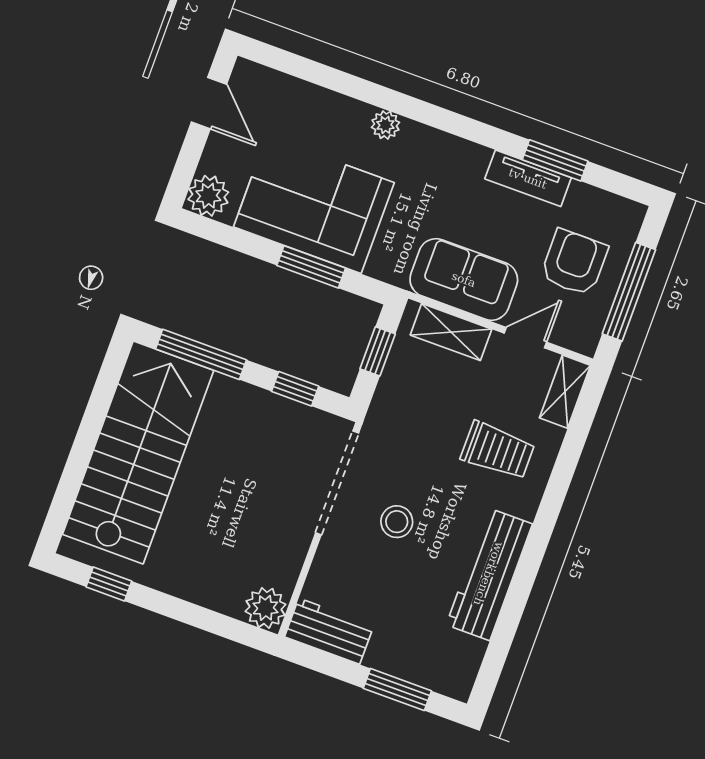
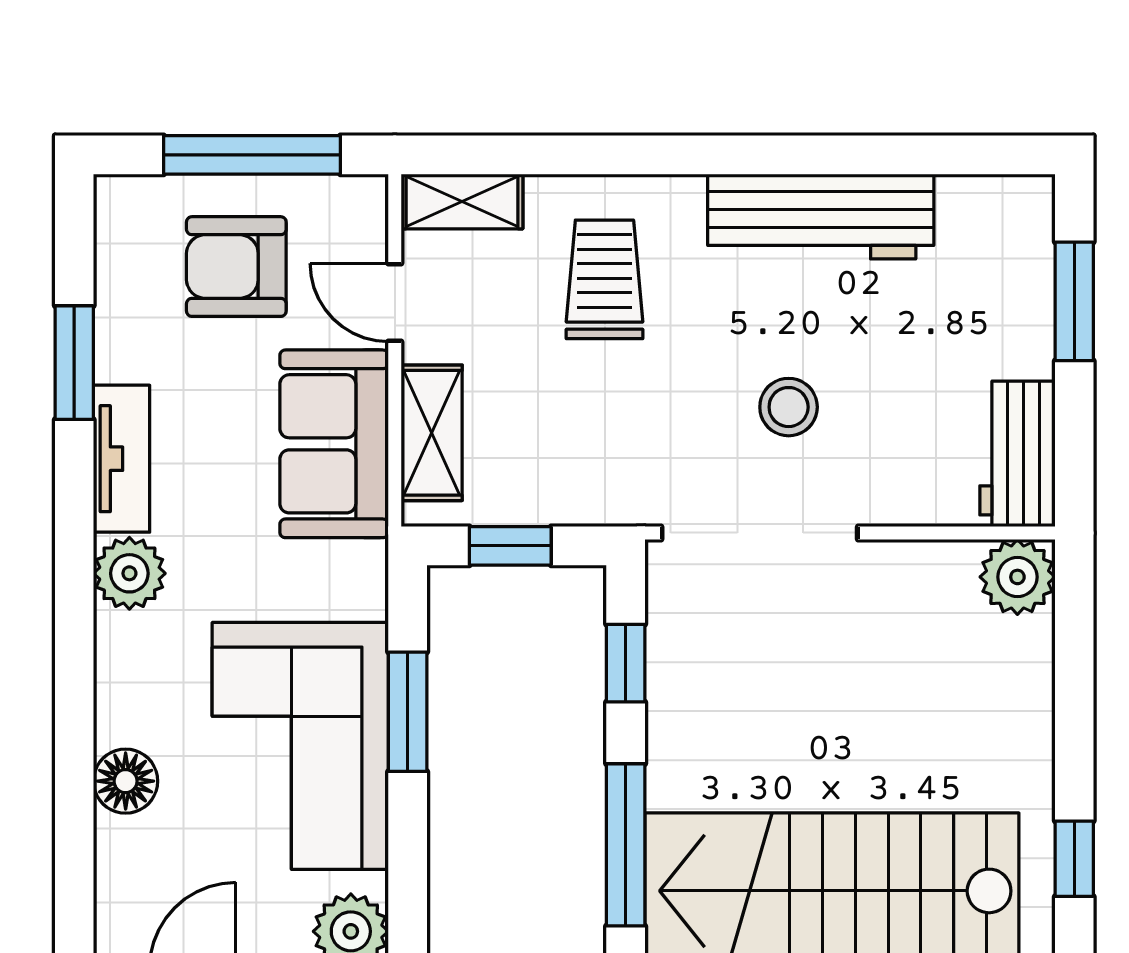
floor lamp: (329, 108) -> (126, 781), added
plant: (385, 125) -> (129, 573), moved, width x1.38, depth x1.38
tv unit: (528, 178) -> (122, 459), moved

